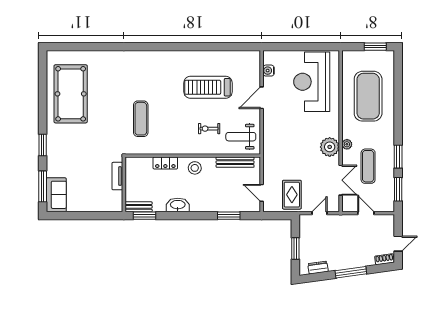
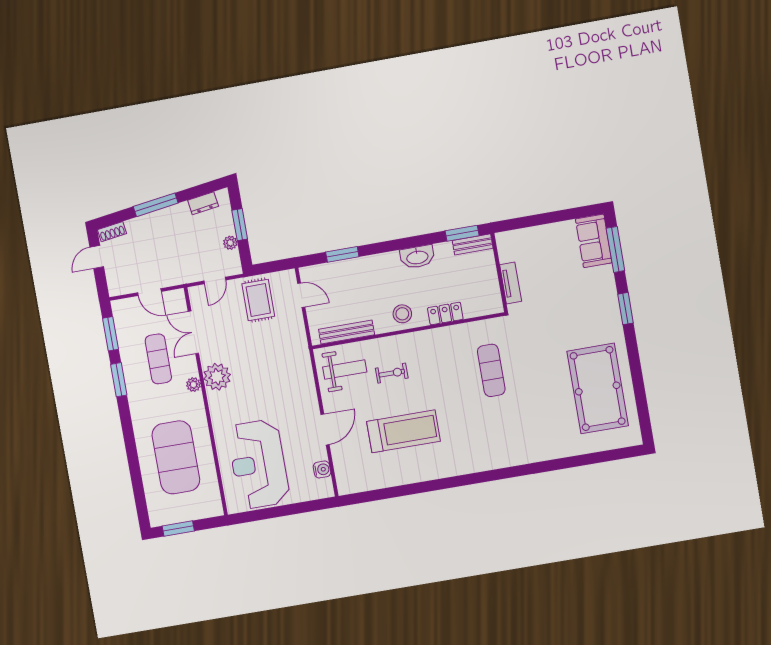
reception desk: (312, 82) -> (258, 464), turned 180
plant: (304, 237) -> (230, 243), added

